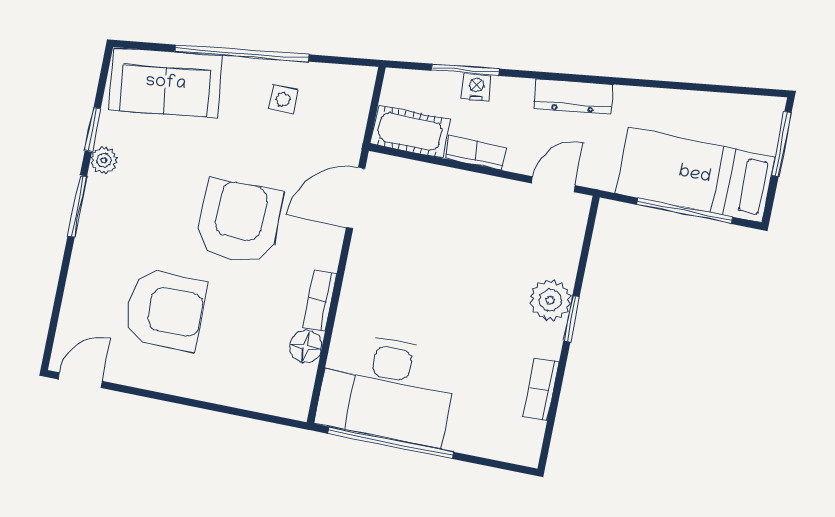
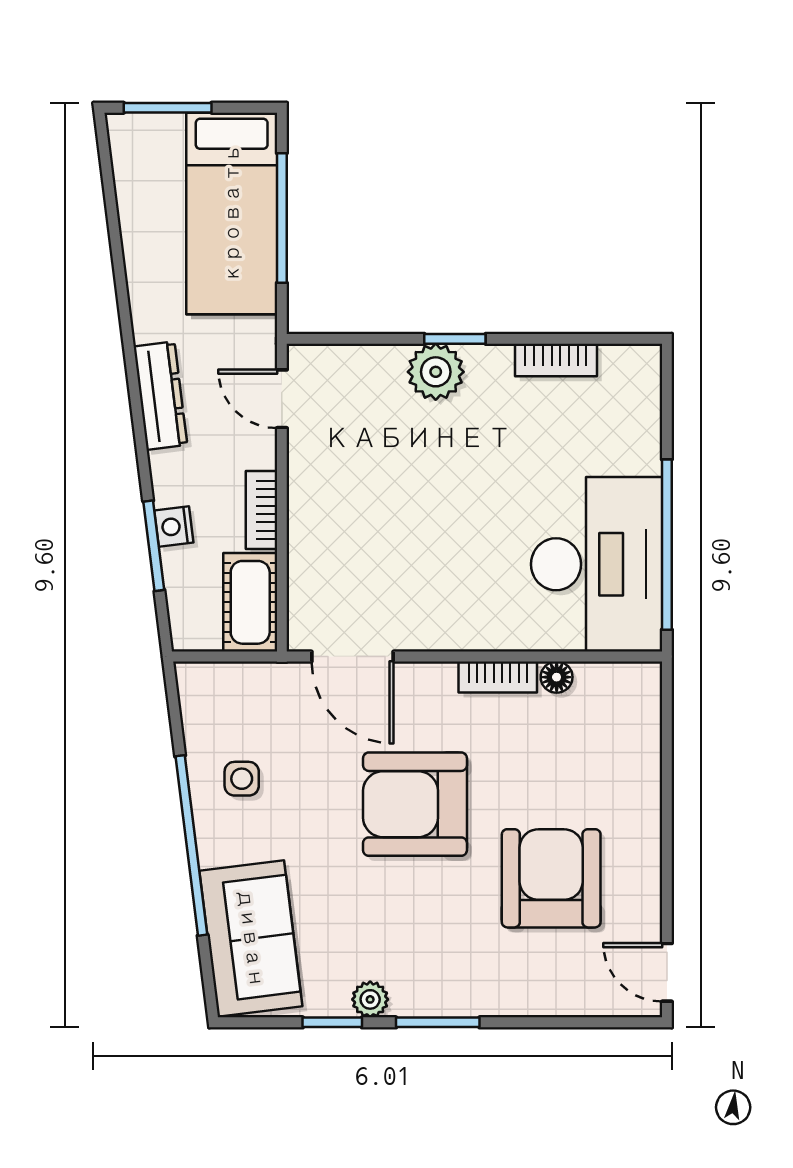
floor lamp: (306, 347) -> (557, 677), width x0.73, depth x0.73

